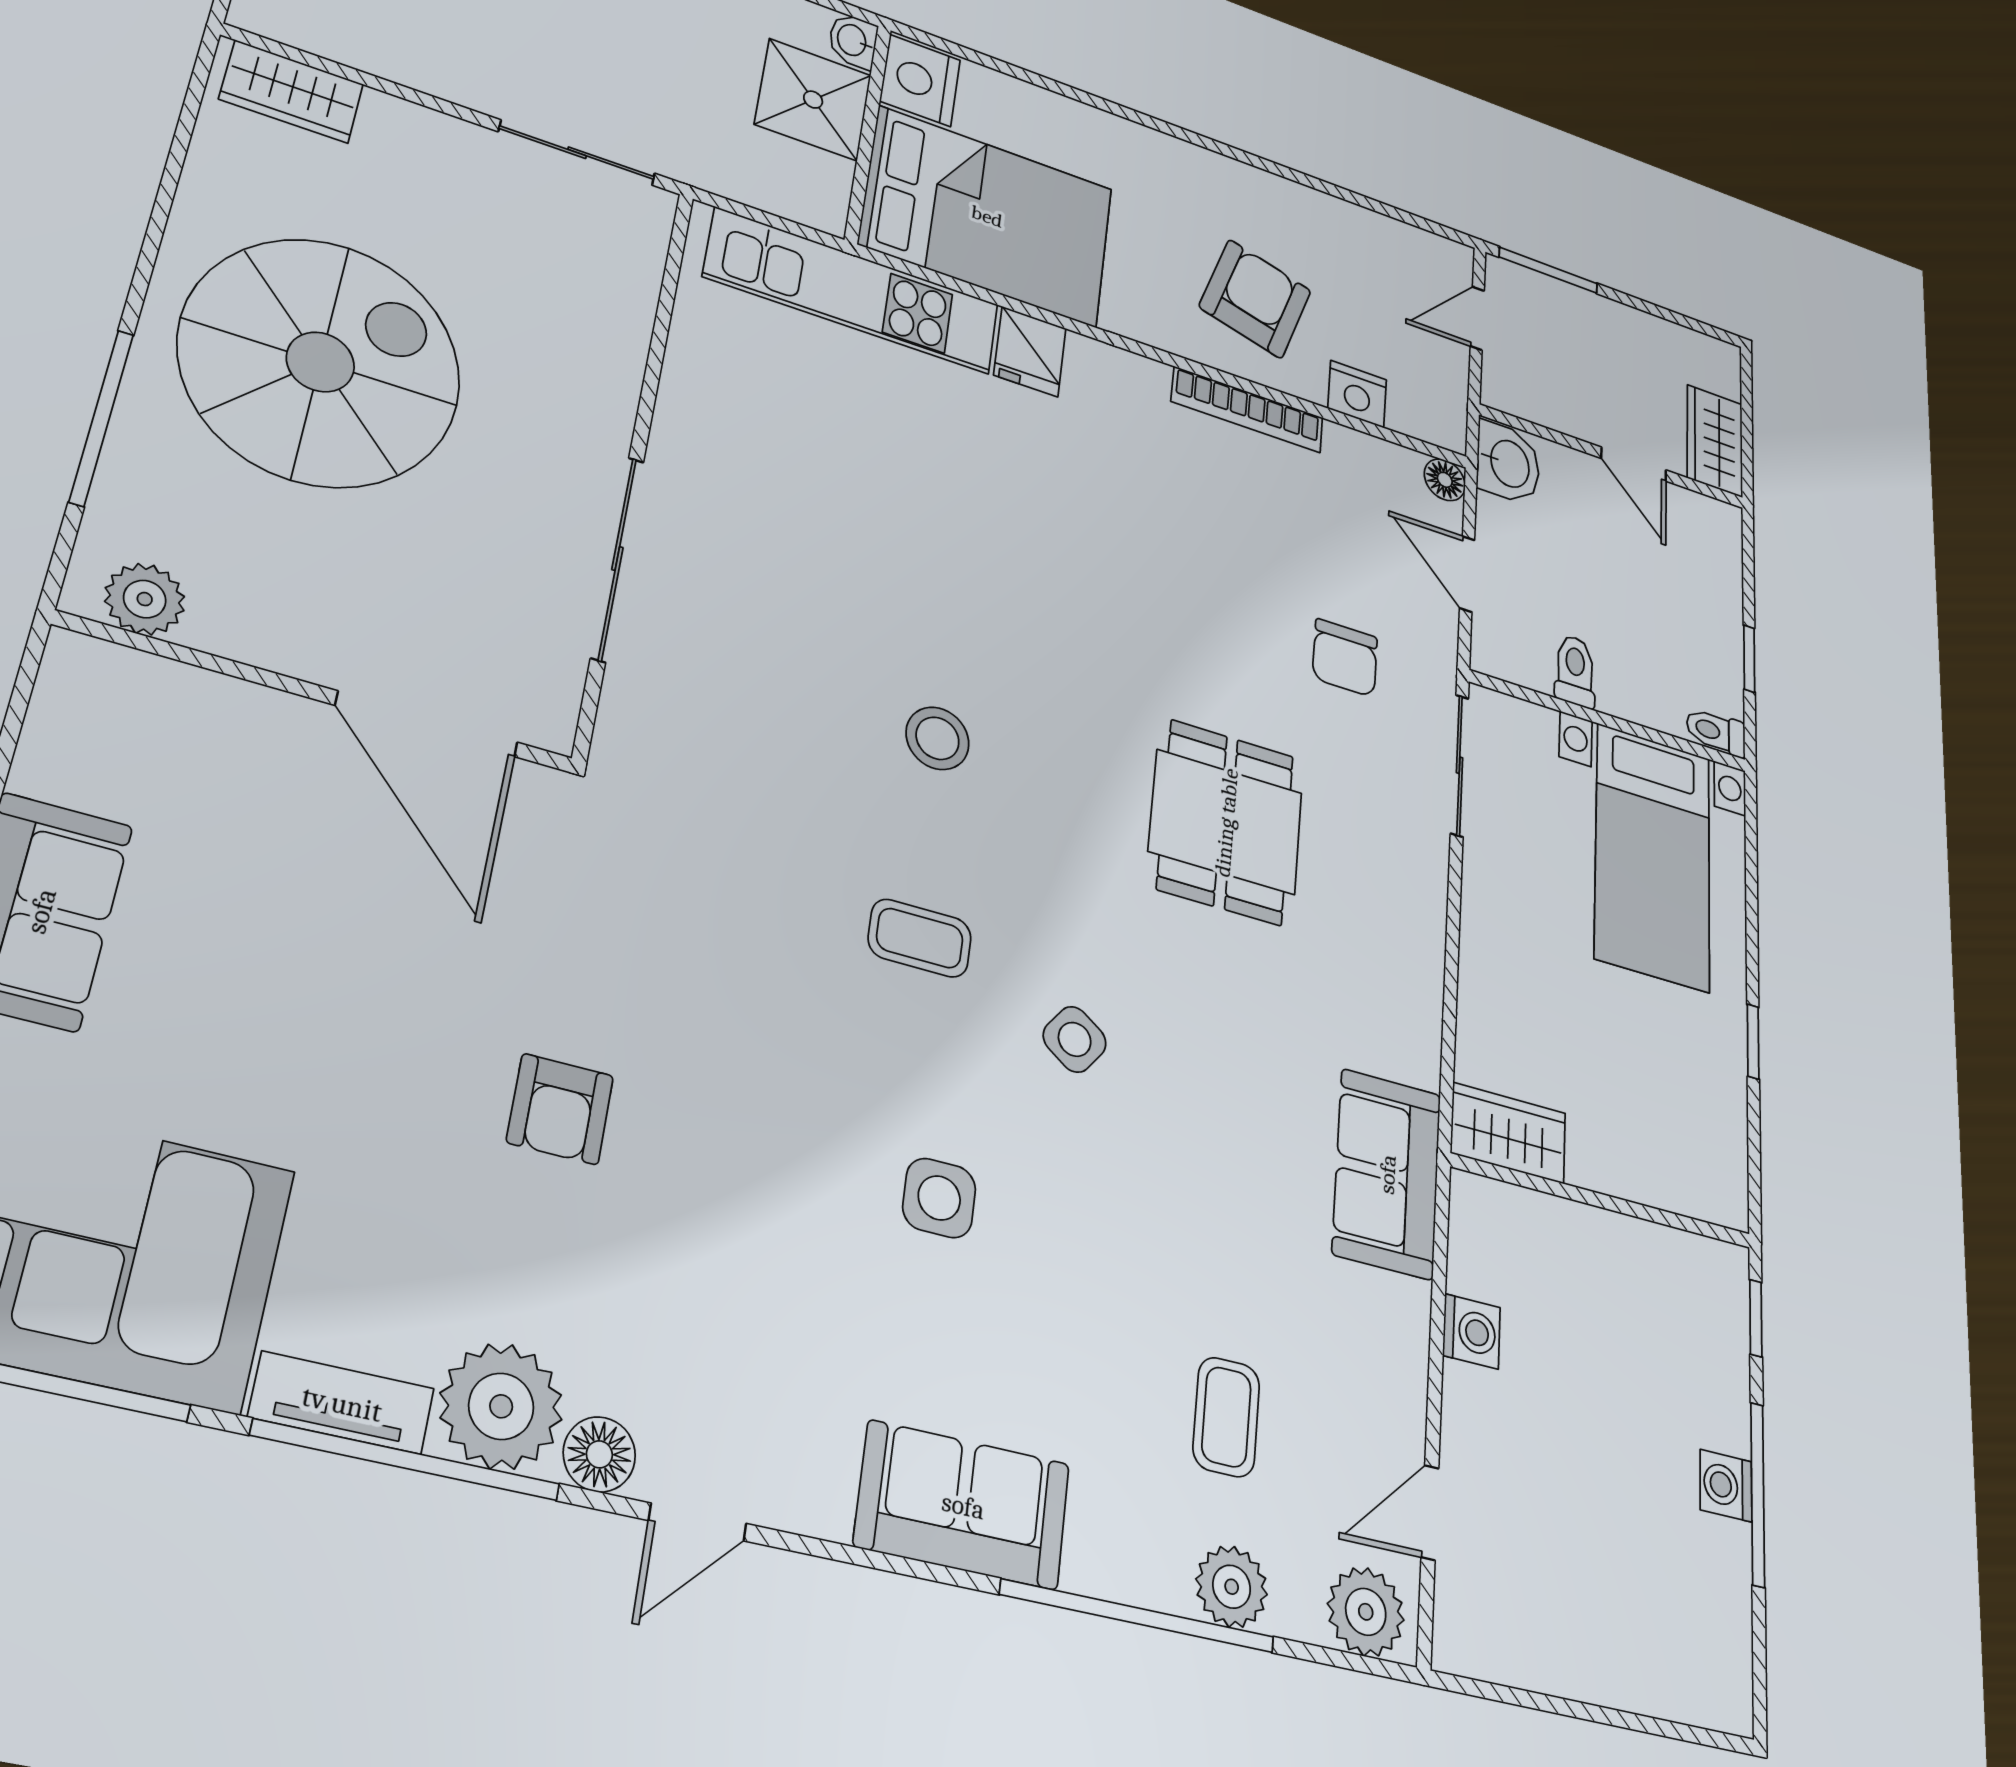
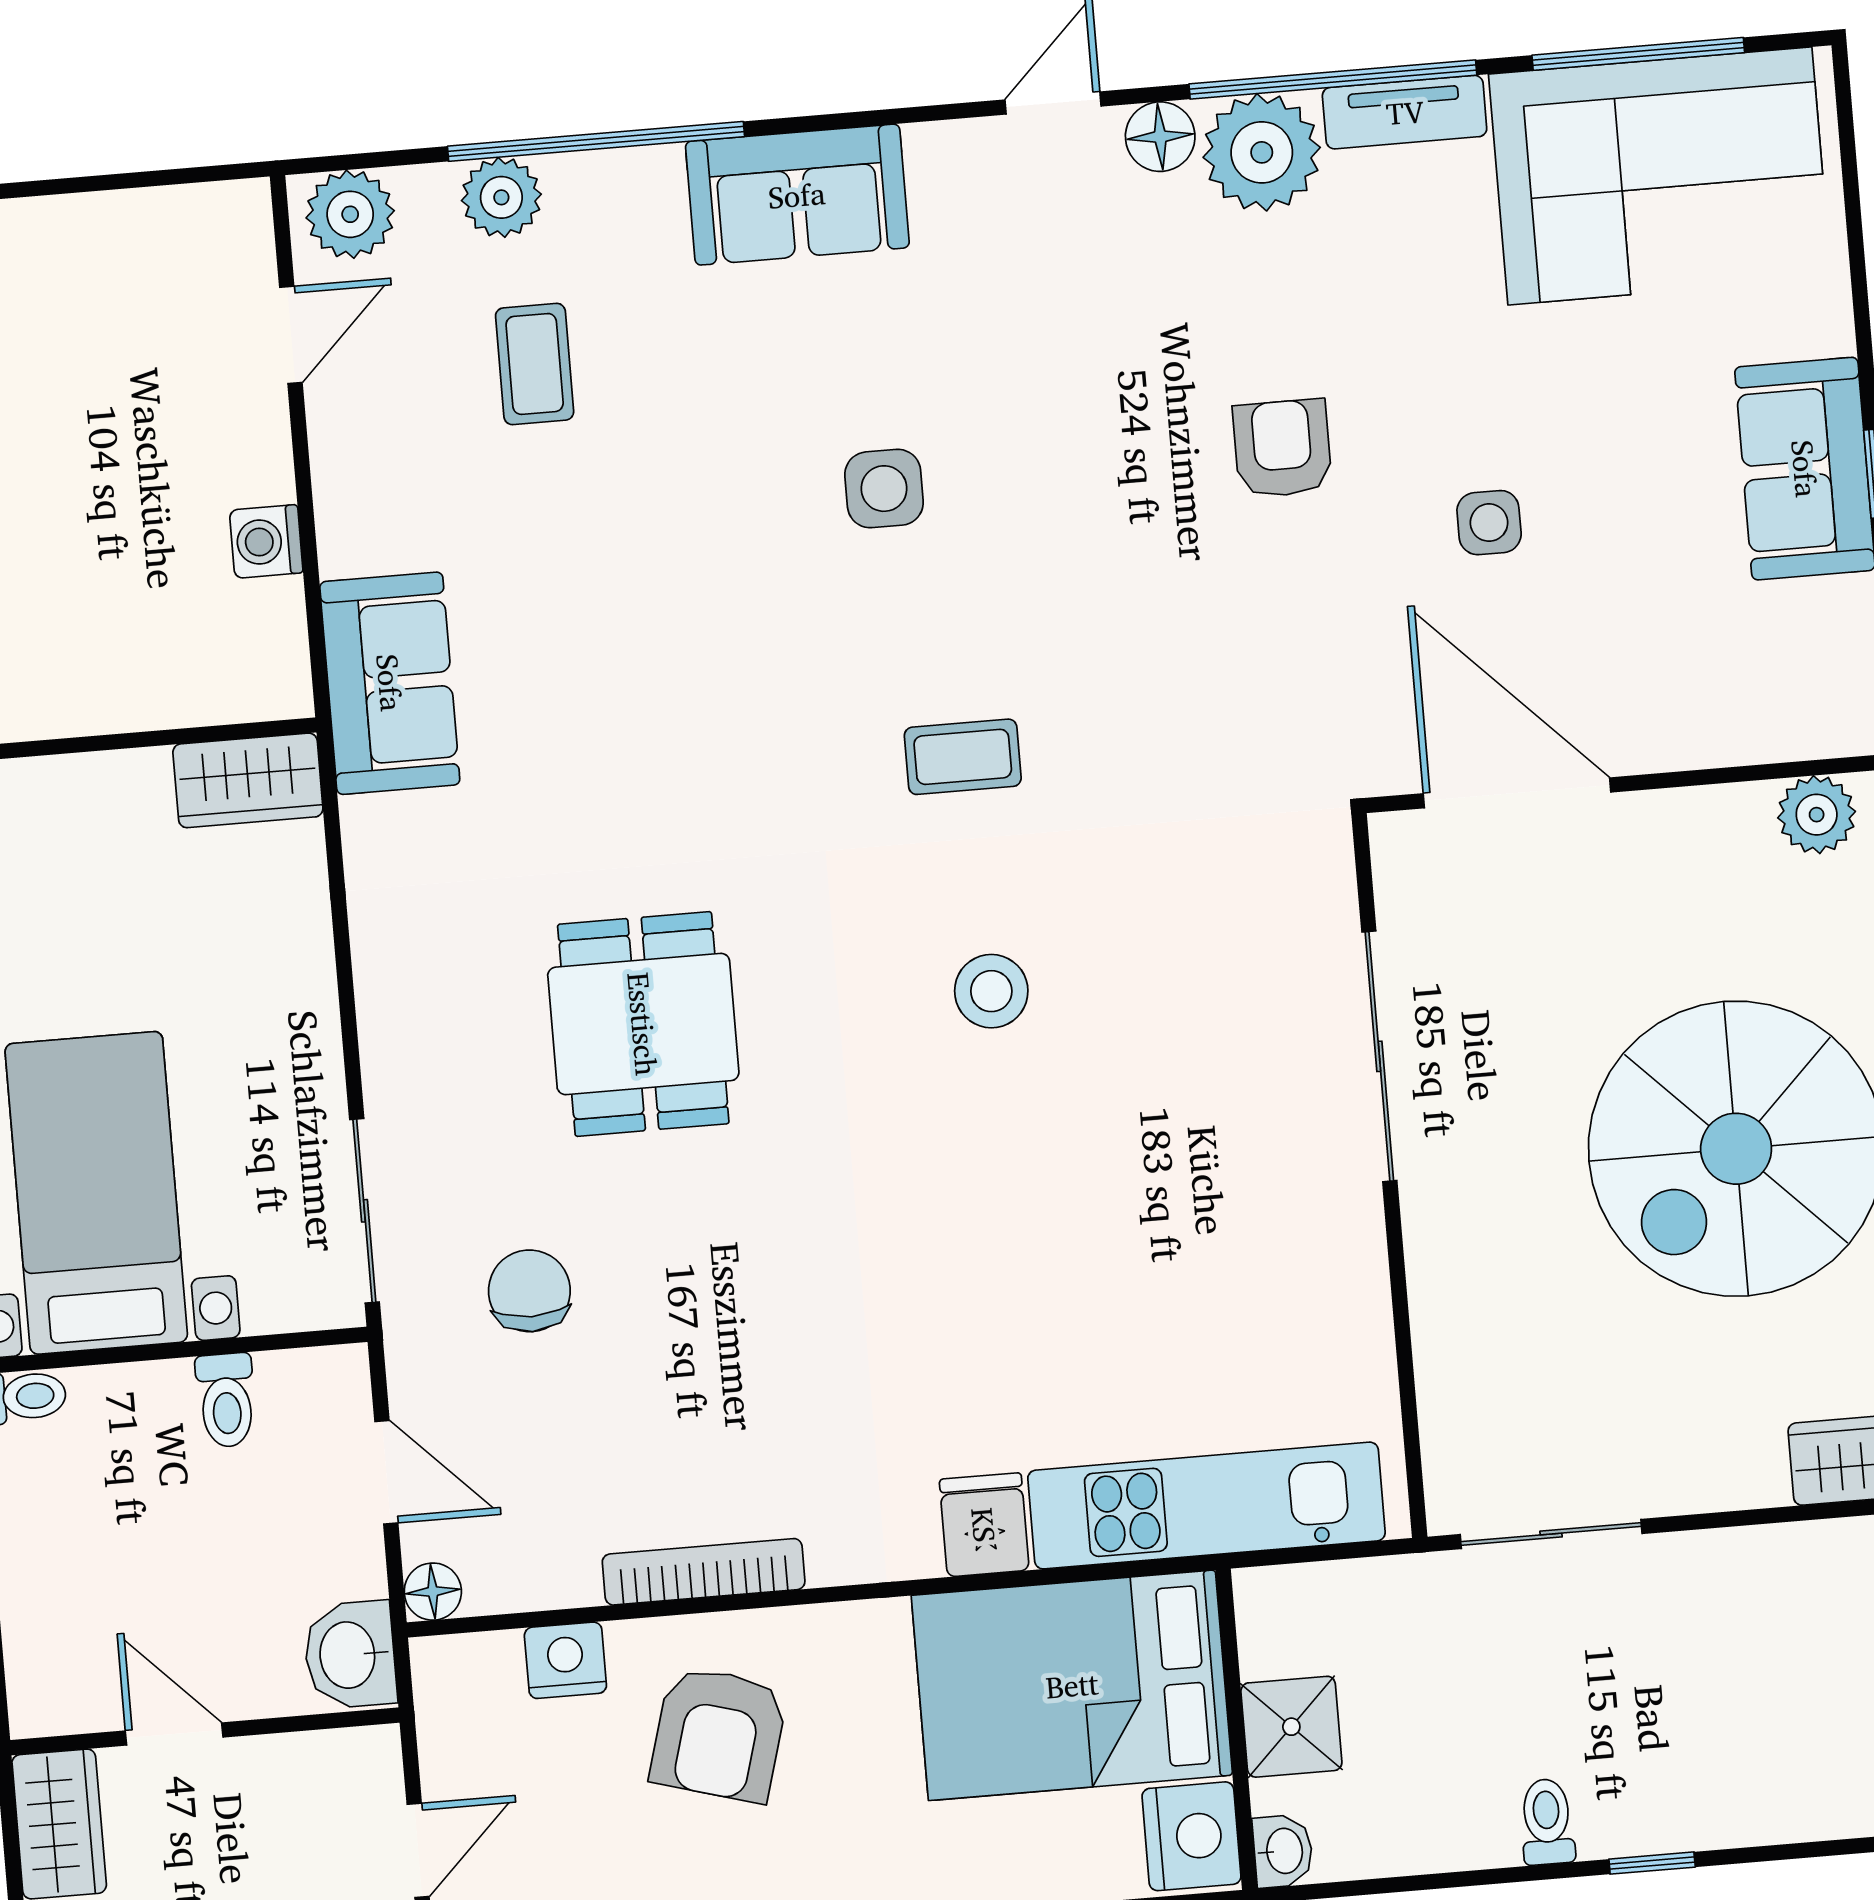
shower: (813, 100) -> (1291, 1727), width x0.73, depth x0.73
side table: (1075, 1039) -> (1489, 523), moved, turned -36

